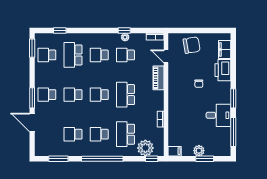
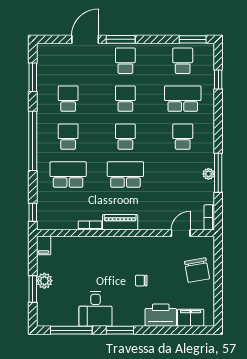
window: (124, 31) -> (218, 173), width x2.17
school desk: (126, 55) -> (183, 175), removed
piano: (158, 78) -> (120, 222), moved
plant: (145, 148) -> (48, 203), removed

